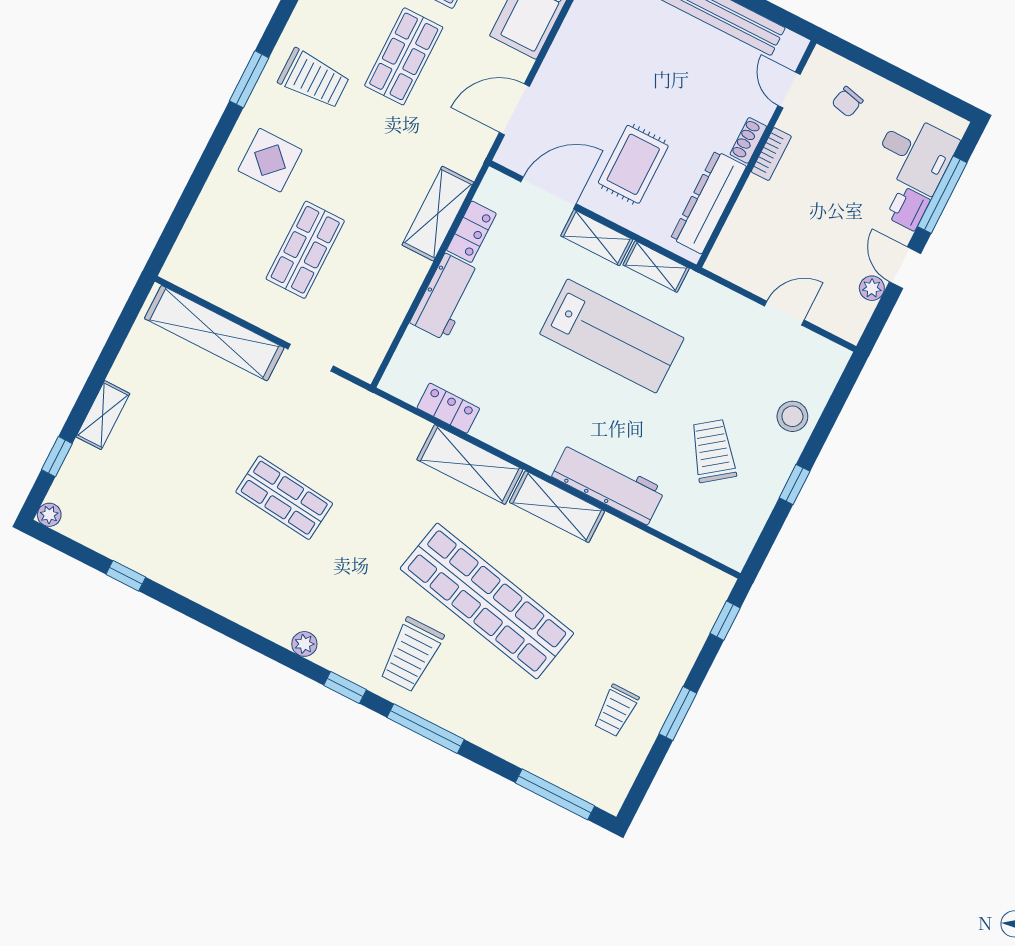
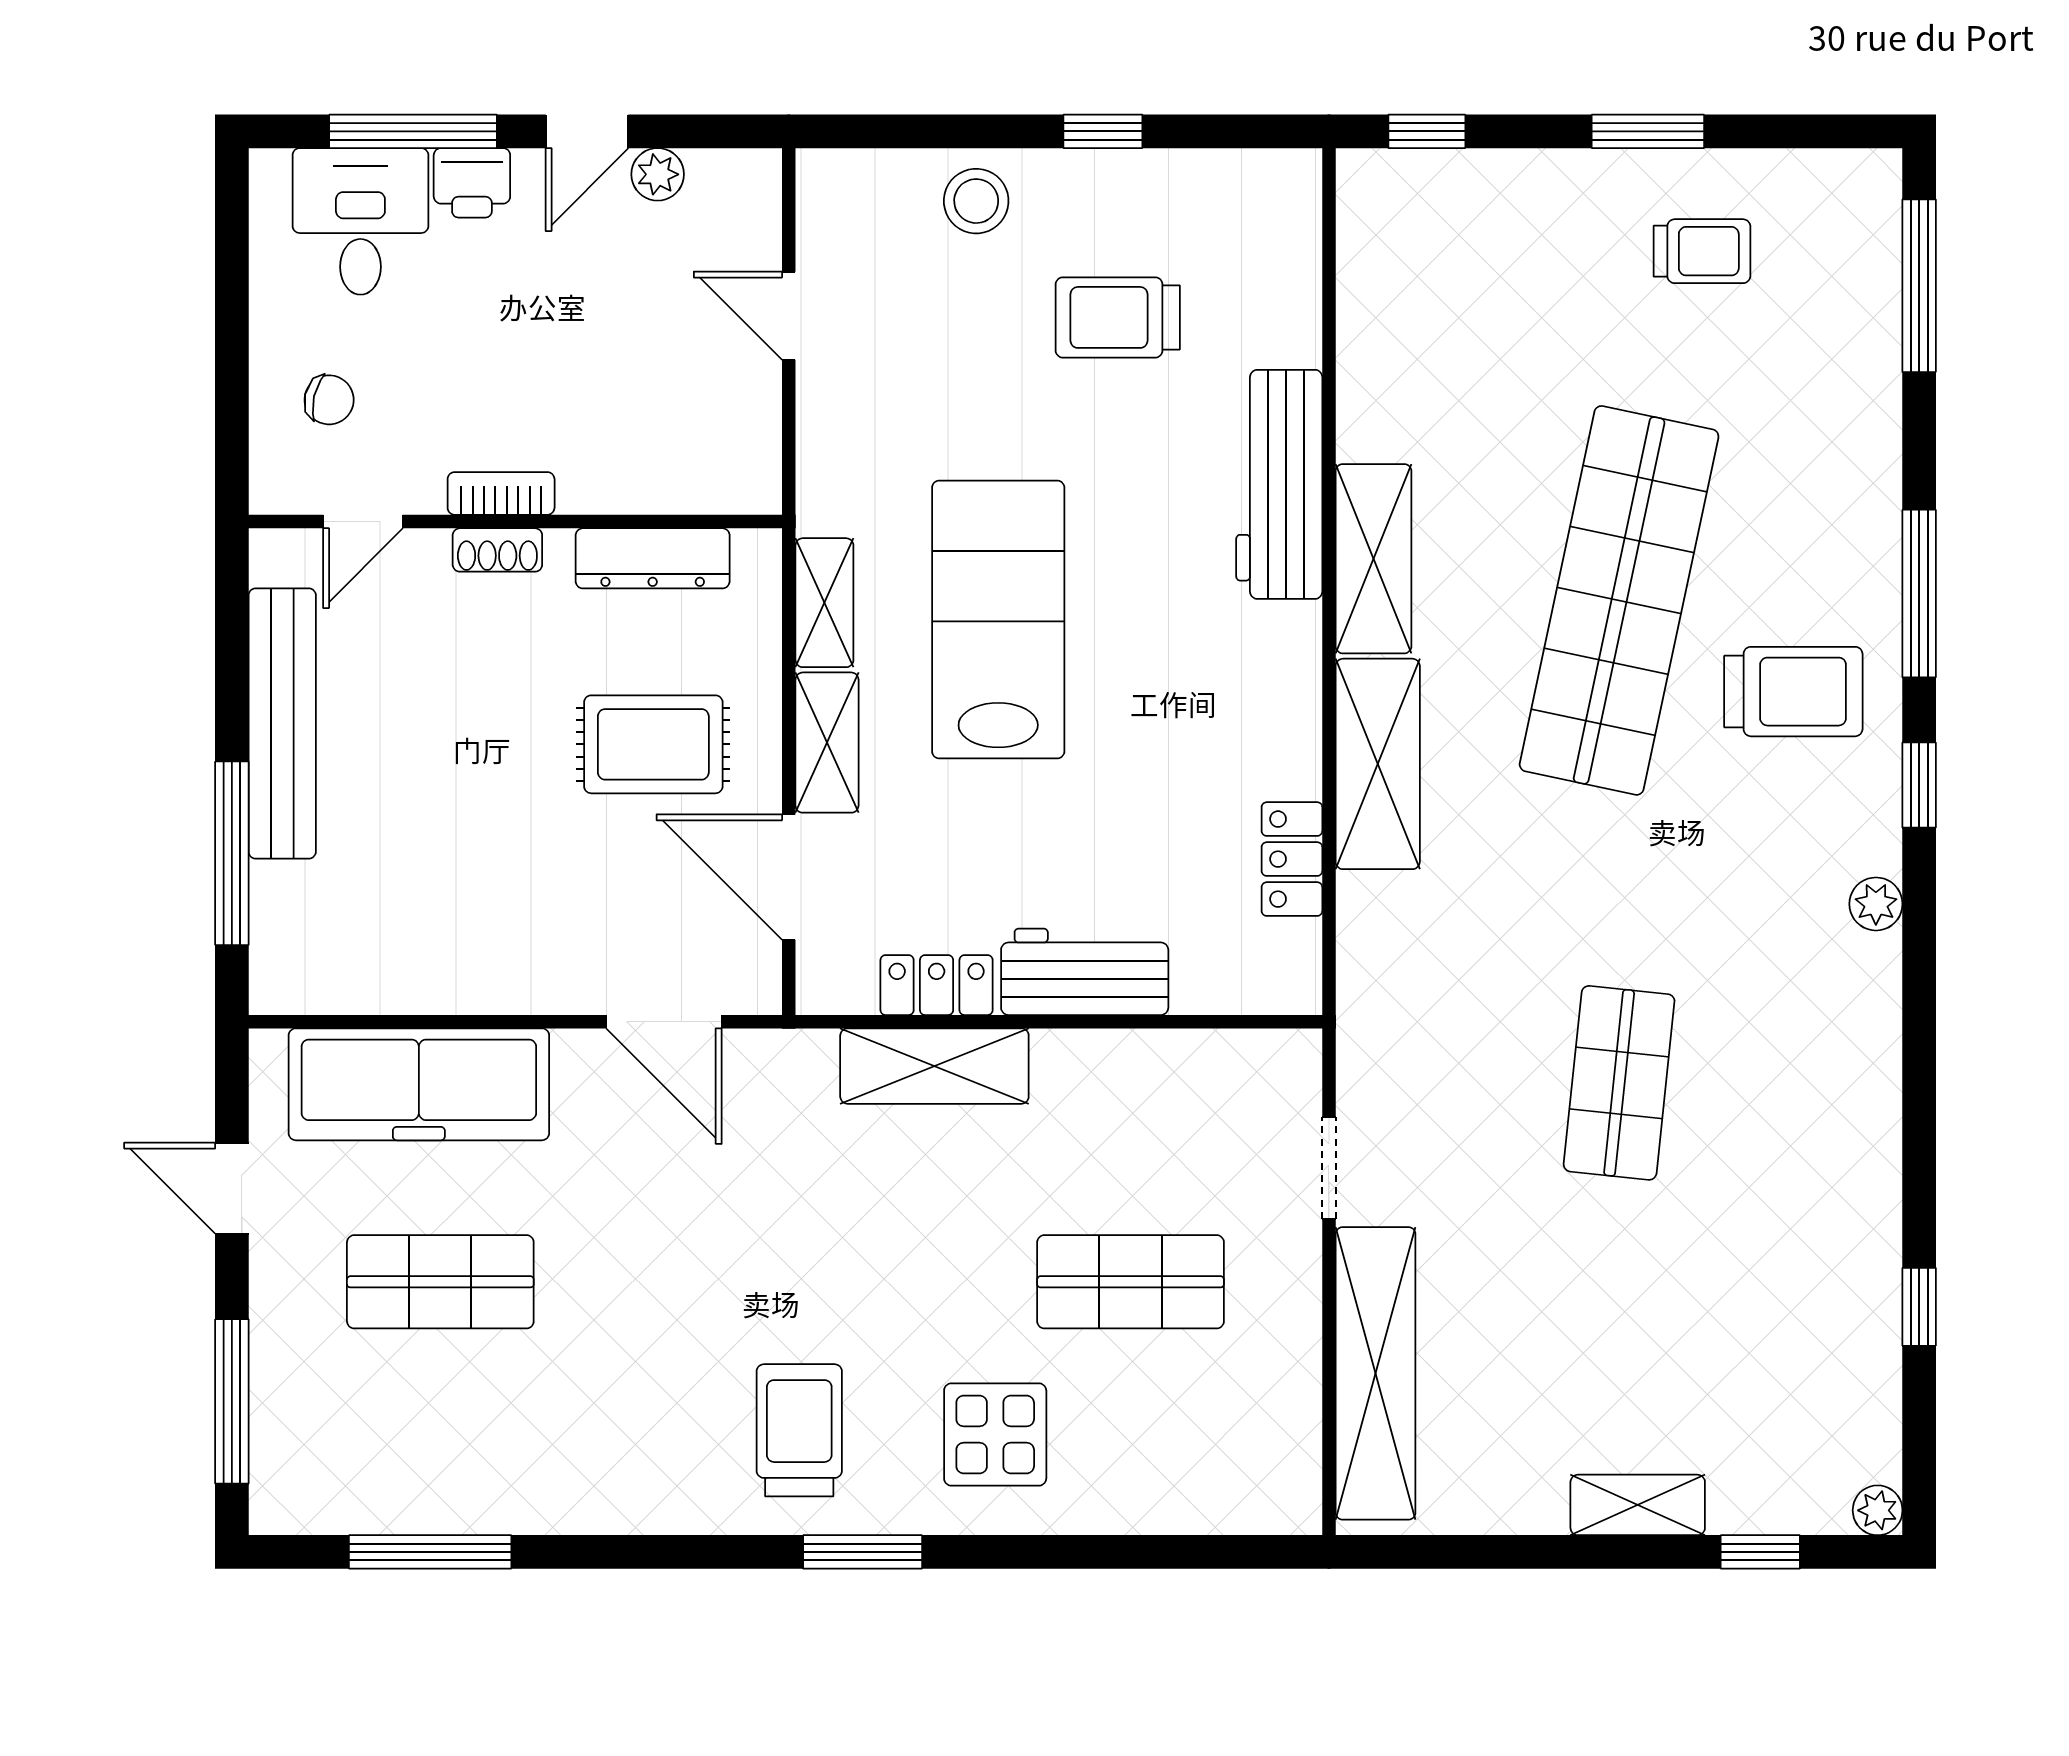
shop shelf: (404, 56) -> (670, 1282), removed
dresser: (708, 202) -> (653, 558), width x0.73, depth x0.80
trolley: (713, 451) -> (1118, 317), turned 37

